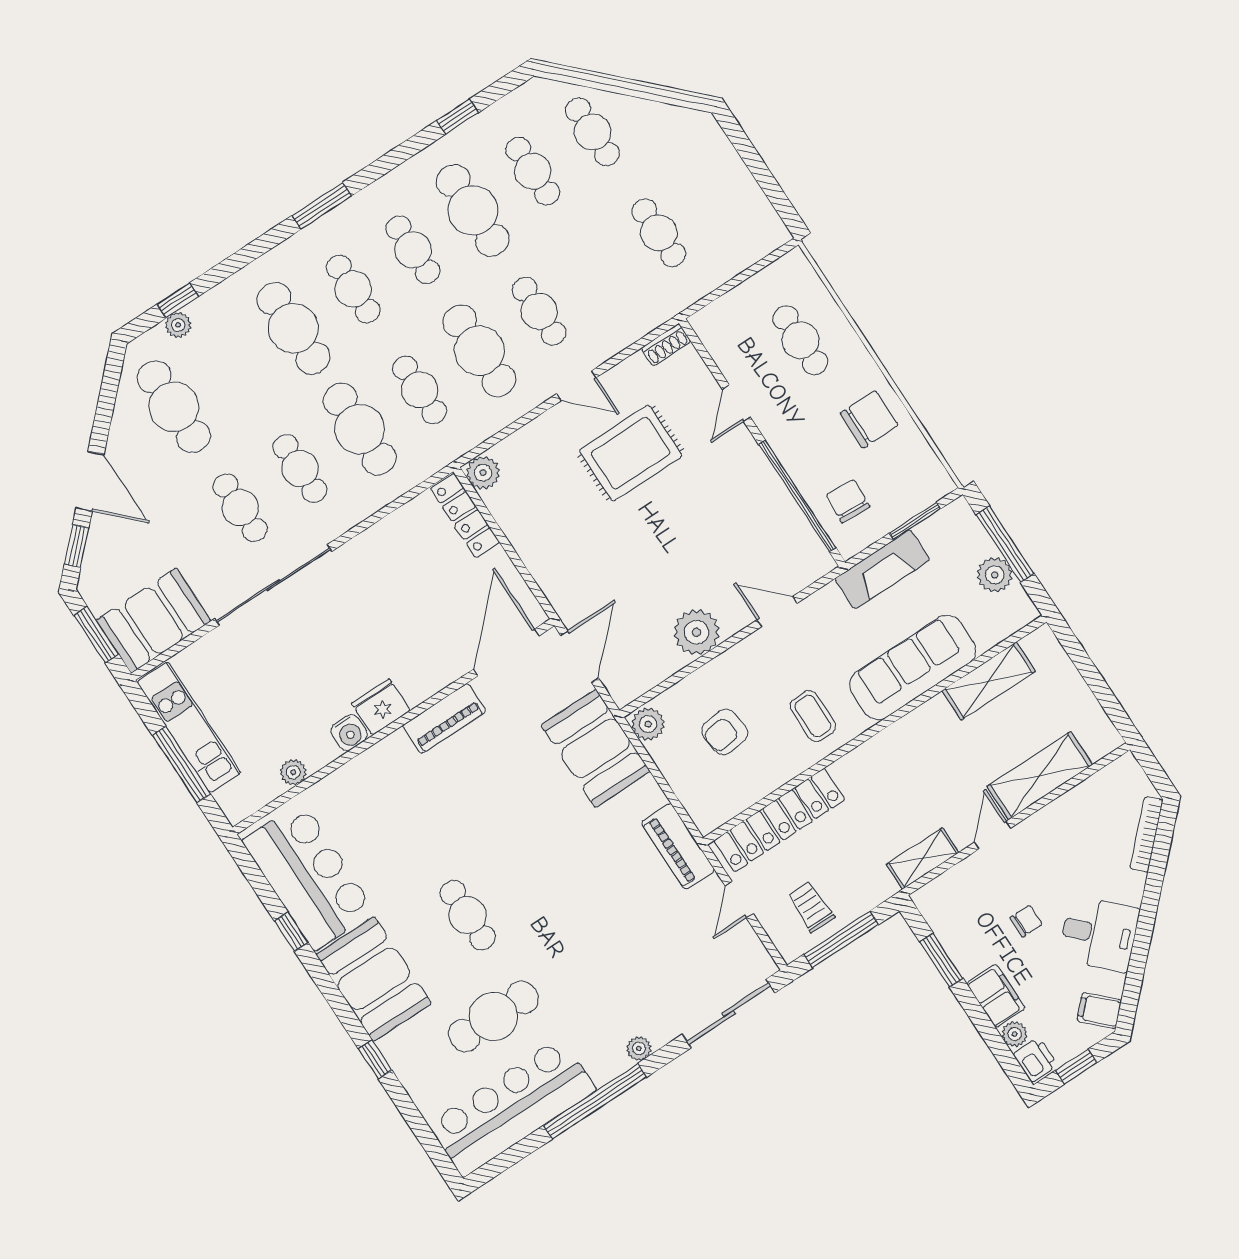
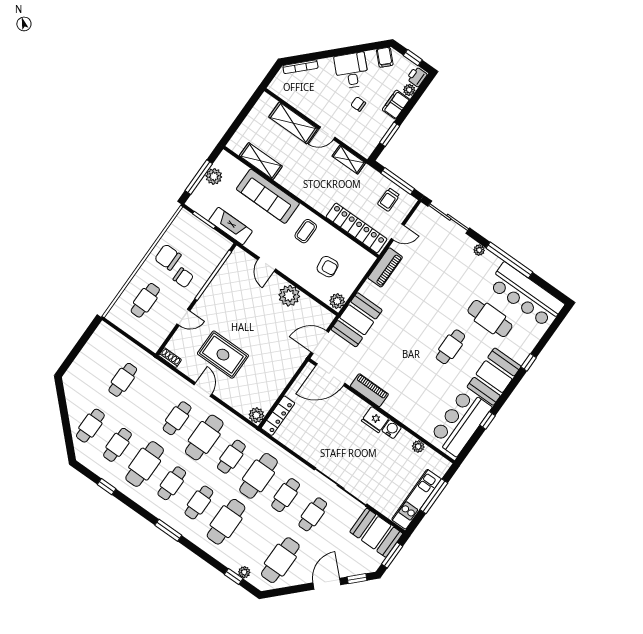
chair: (848, 501) -> (183, 278), moved, turned -93

